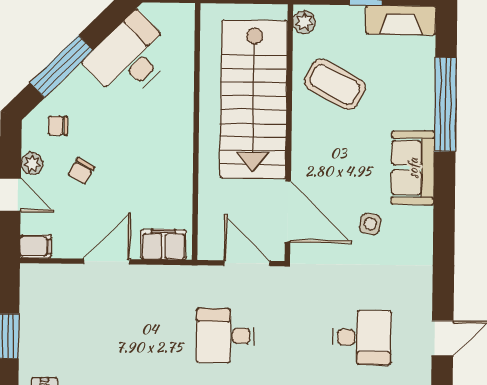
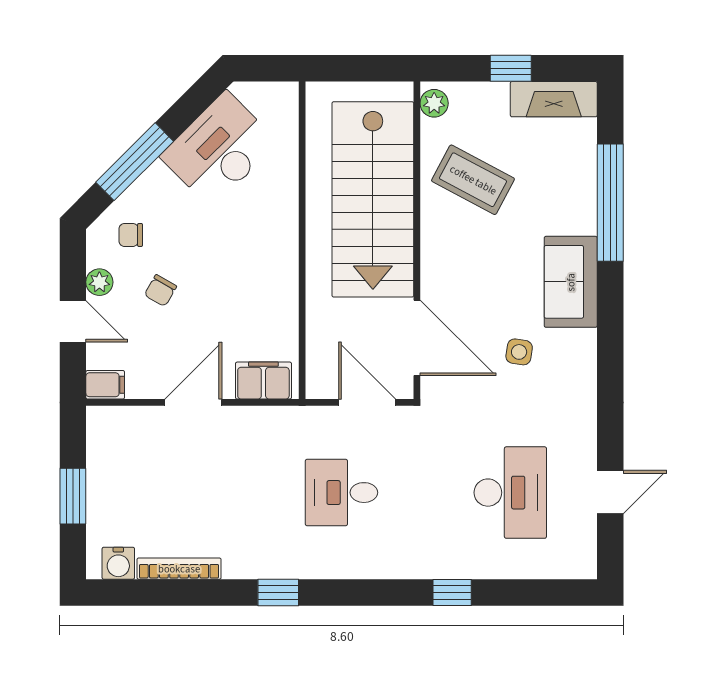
desk: (362, 337) -> (510, 493), width x1.37

